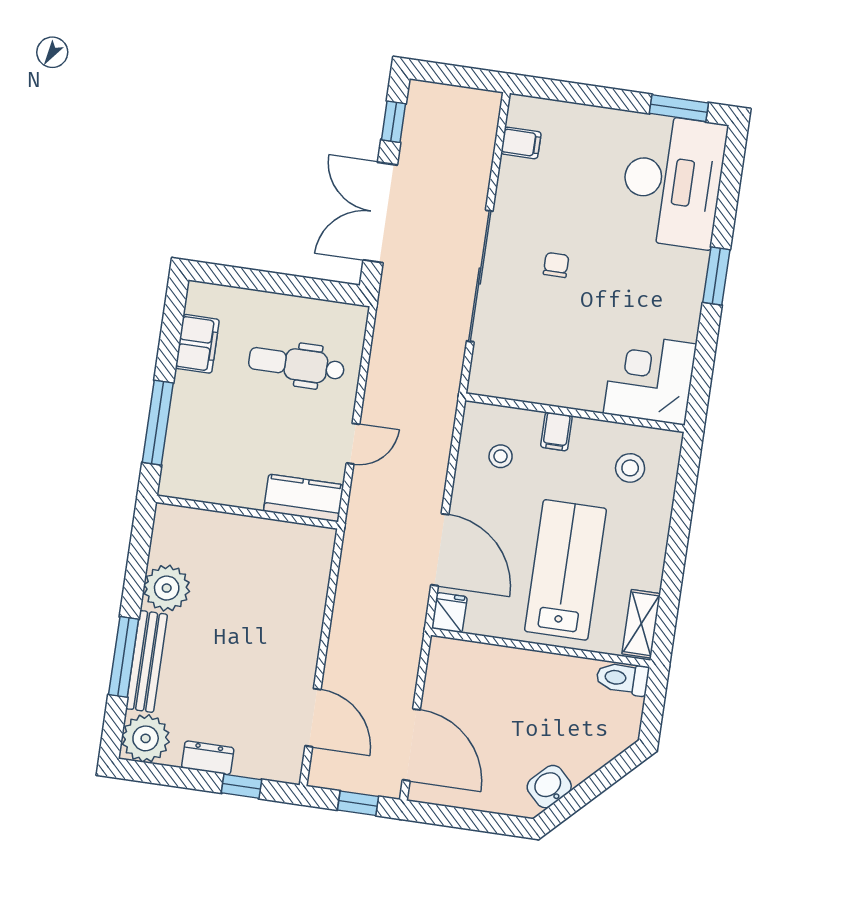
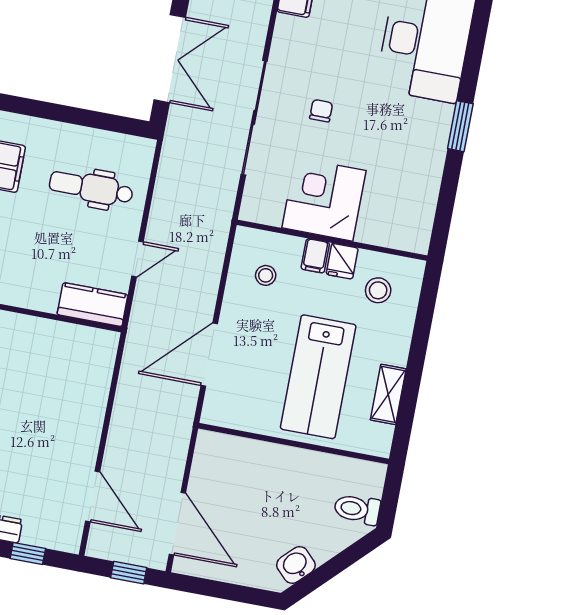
double door: (380, 213) -> (170, 59), swing flipped
corner desk: (650, 379) -> (324, 199), moved
door: (440, 550) -> (209, 355), swing flipped
lab bench: (566, 570) -> (318, 377), turned 180
fridge: (449, 613) -> (342, 261), moved, turned 180
shelving: (641, 624) -> (388, 394), moved
toilet: (622, 678) -> (357, 509), moved

